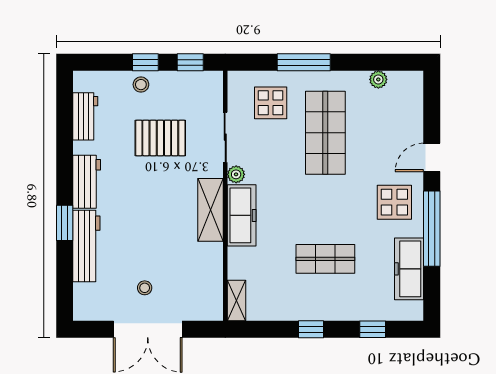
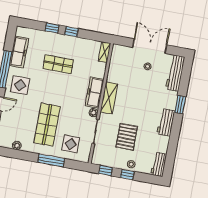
workbench: (85, 116) -> (159, 164), moved
pallet: (160, 138) -> (127, 137), turned 90
workbench: (86, 246) -> (175, 73), moved
window: (373, 329) -> (52, 28), moved

